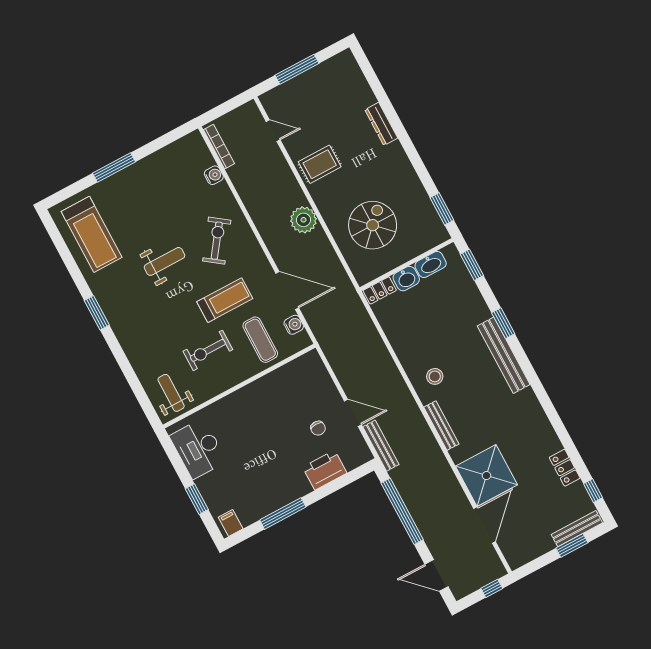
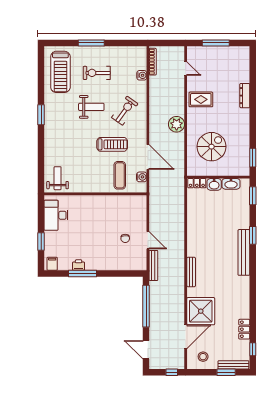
exercise bike: (208, 350) -> (97, 73), moved
stool: (435, 376) -> (203, 357), moved
printer: (325, 470) -> (79, 265), moved, width x0.53, depth x0.68

